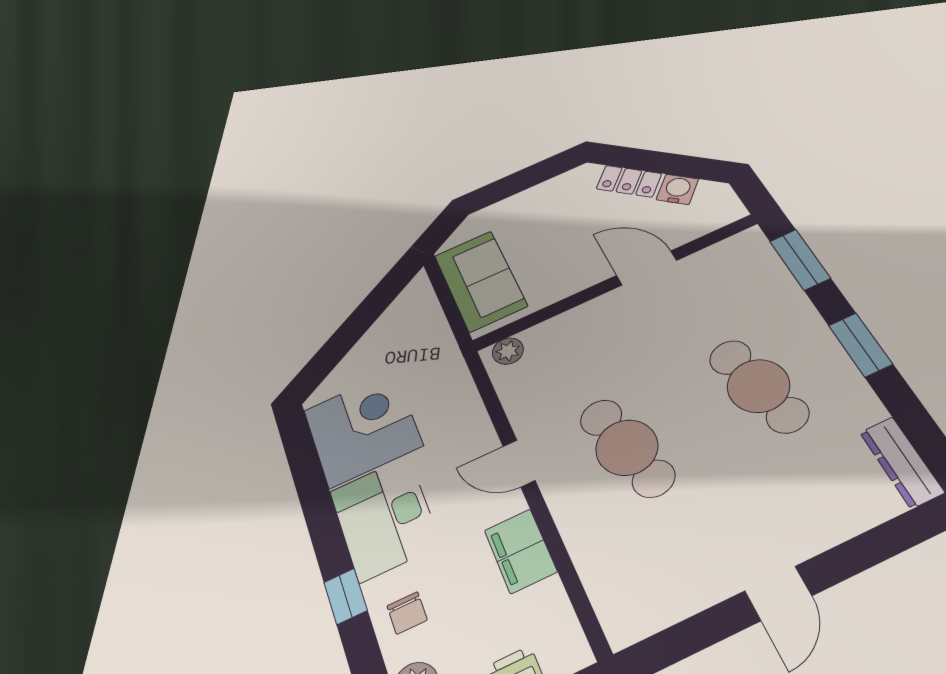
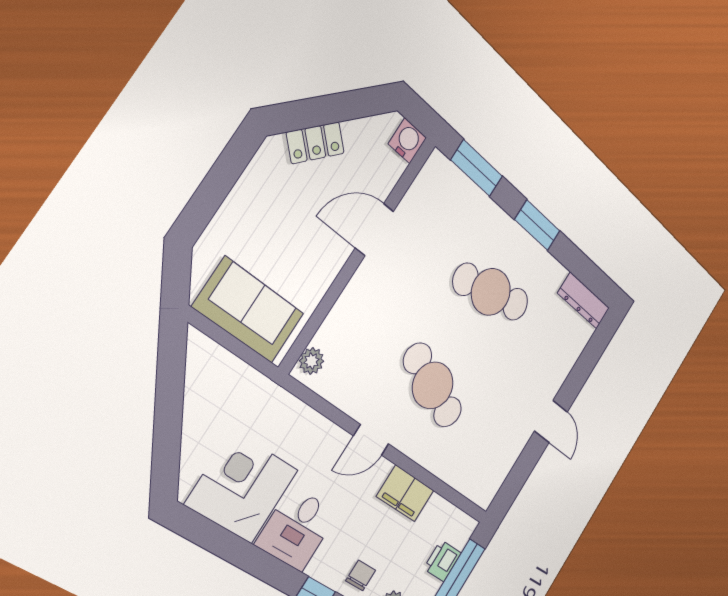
water cooler: (677, 189) -> (407, 141), moved, turned 48
cafe table: (627, 447) -> (433, 385), turned 33
desk: (385, 518) -> (297, 529), width x0.73
chair: (407, 613) -> (361, 575), turned -90

